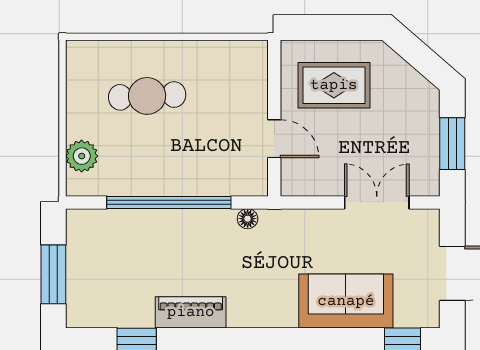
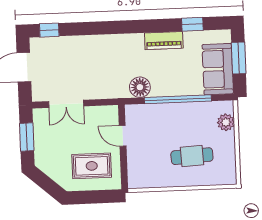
floor lamp: (248, 219) -> (140, 87), width x1.89, depth x1.89
sofa: (346, 301) -> (218, 69), moved, turned 90

